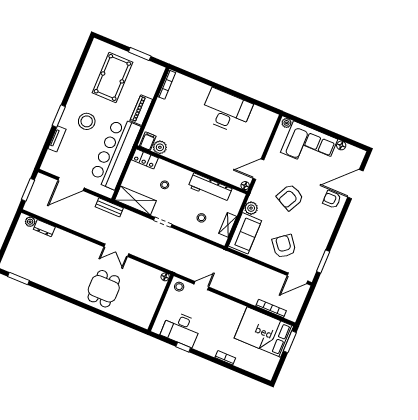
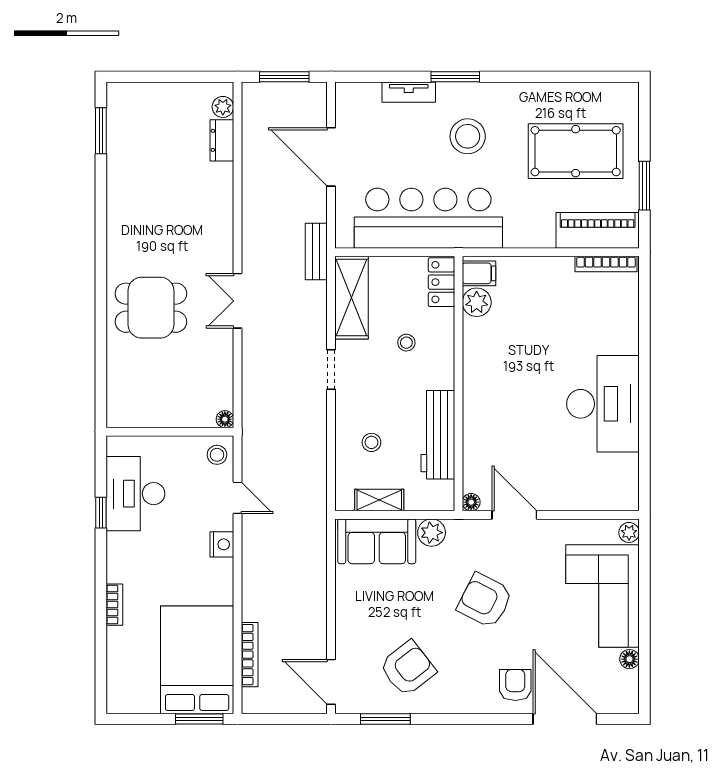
piano: (141, 110) -> (598, 230), moved, width x1.37, depth x1.33
armchair: (284, 246) -> (408, 668), moved
nightstand: (219, 301) -> (222, 544), added

